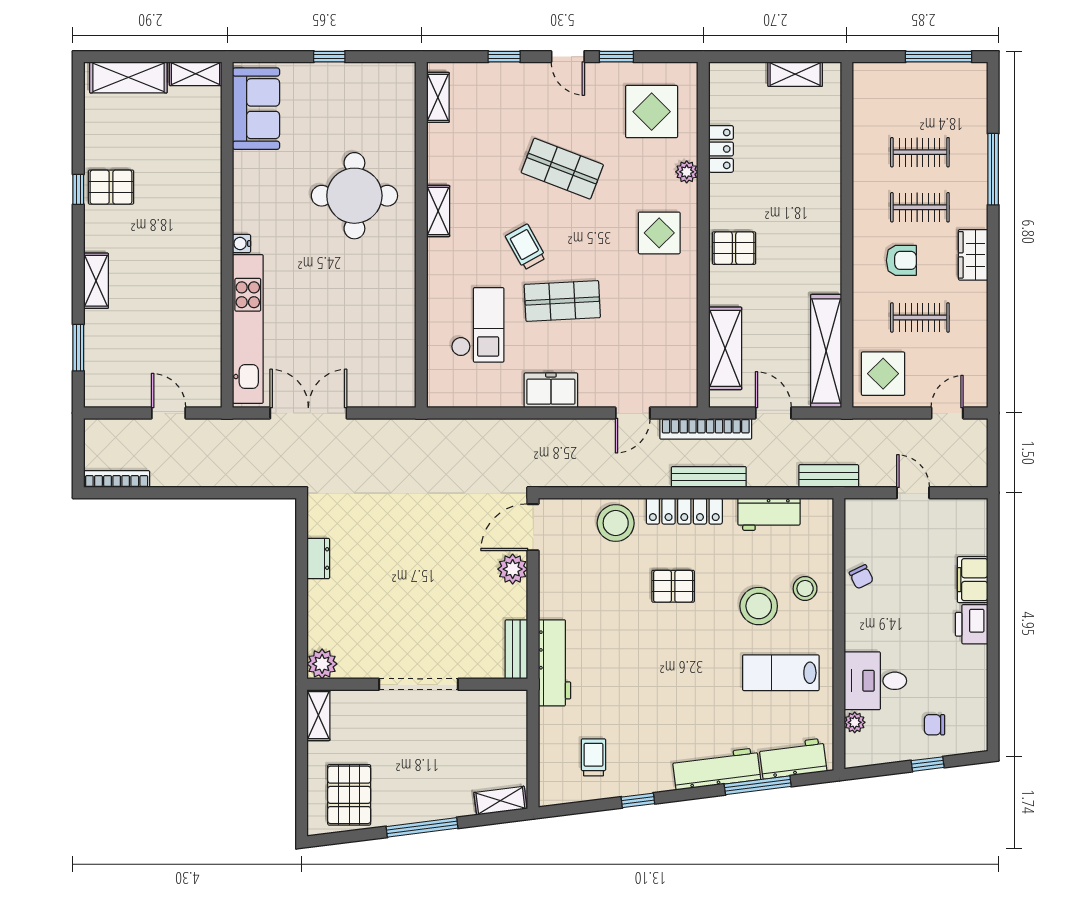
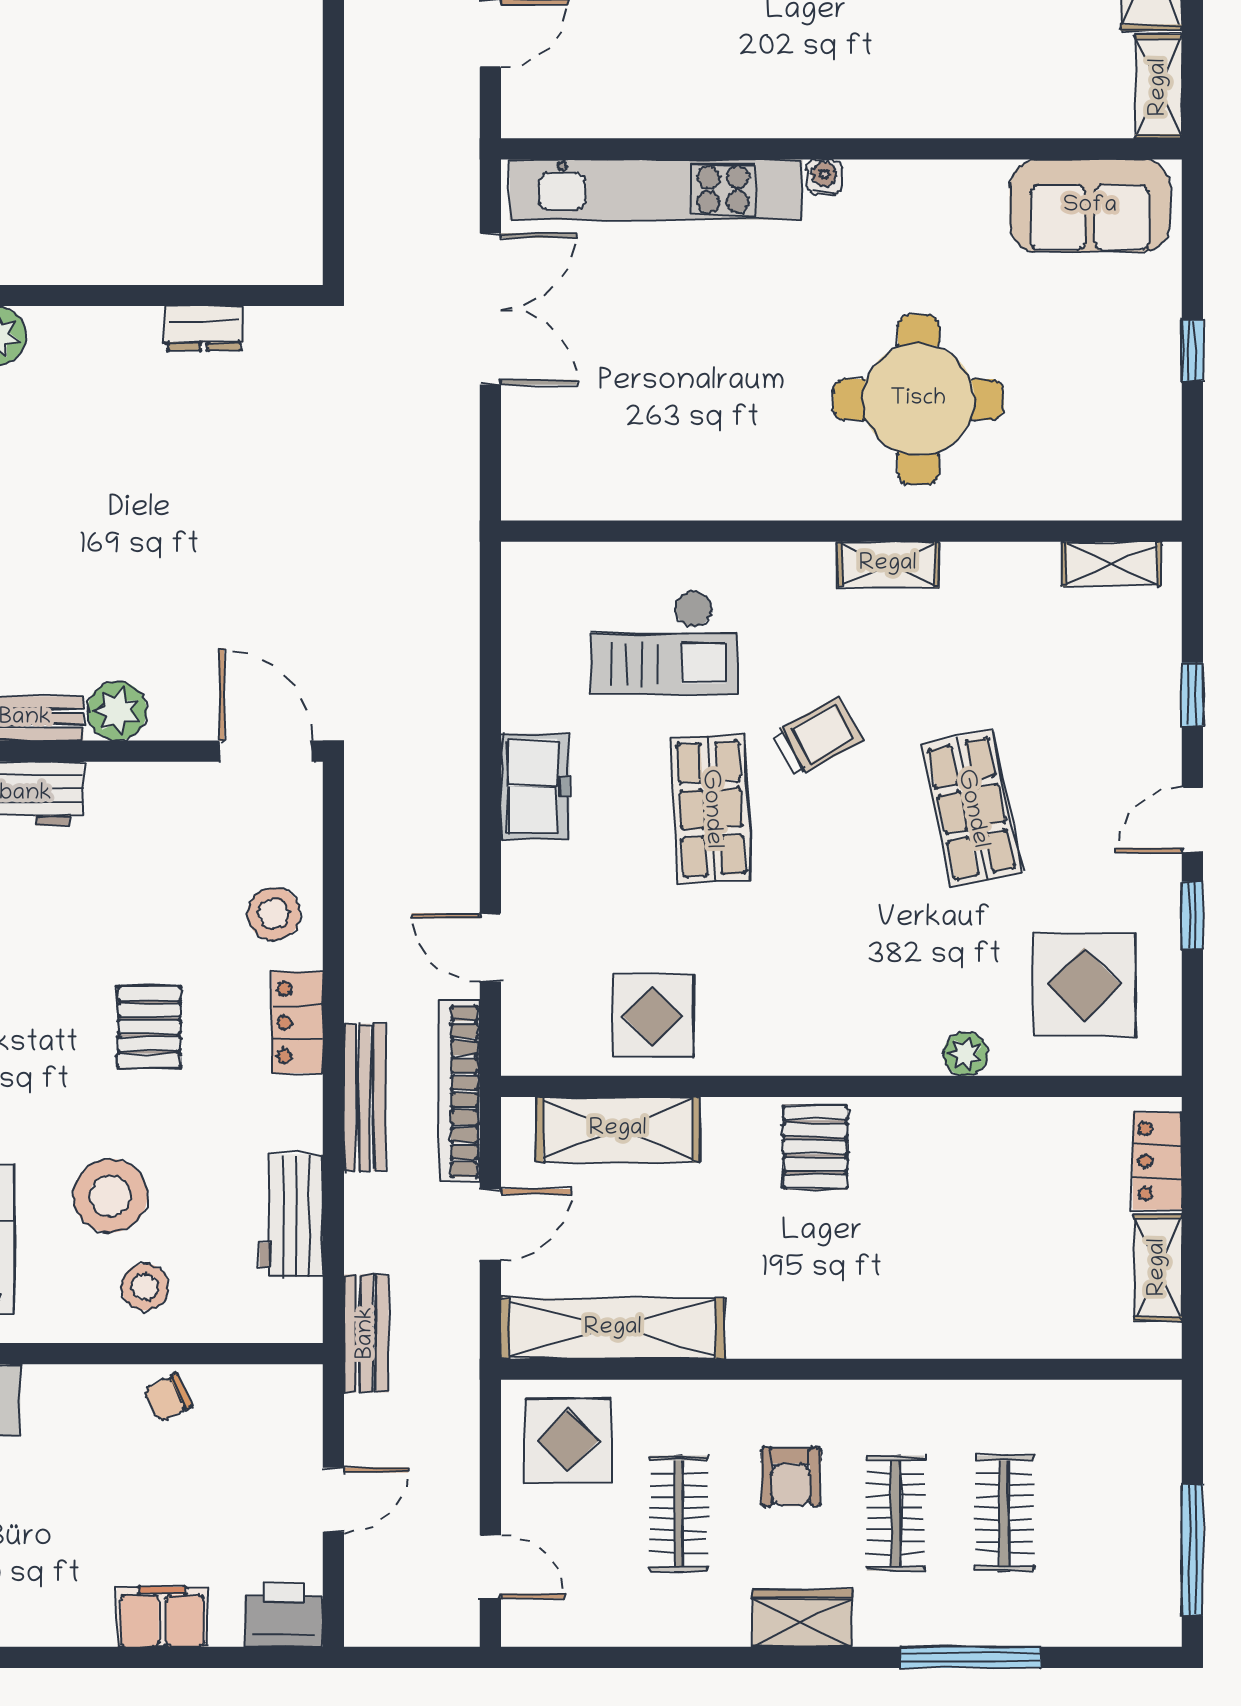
locker: (721, 149) -> (1157, 1161), moved, turned 90
shop shelf: (562, 169) -> (972, 809), turned -33
display table: (659, 233) -> (653, 1016), moved
locker: (684, 511) -> (297, 1022), width x0.66
stool: (616, 523) -> (274, 914), width x0.73, depth x0.73
plant: (513, 569) -> (117, 711), moved
printer: (972, 624) -> (283, 1615), moved

